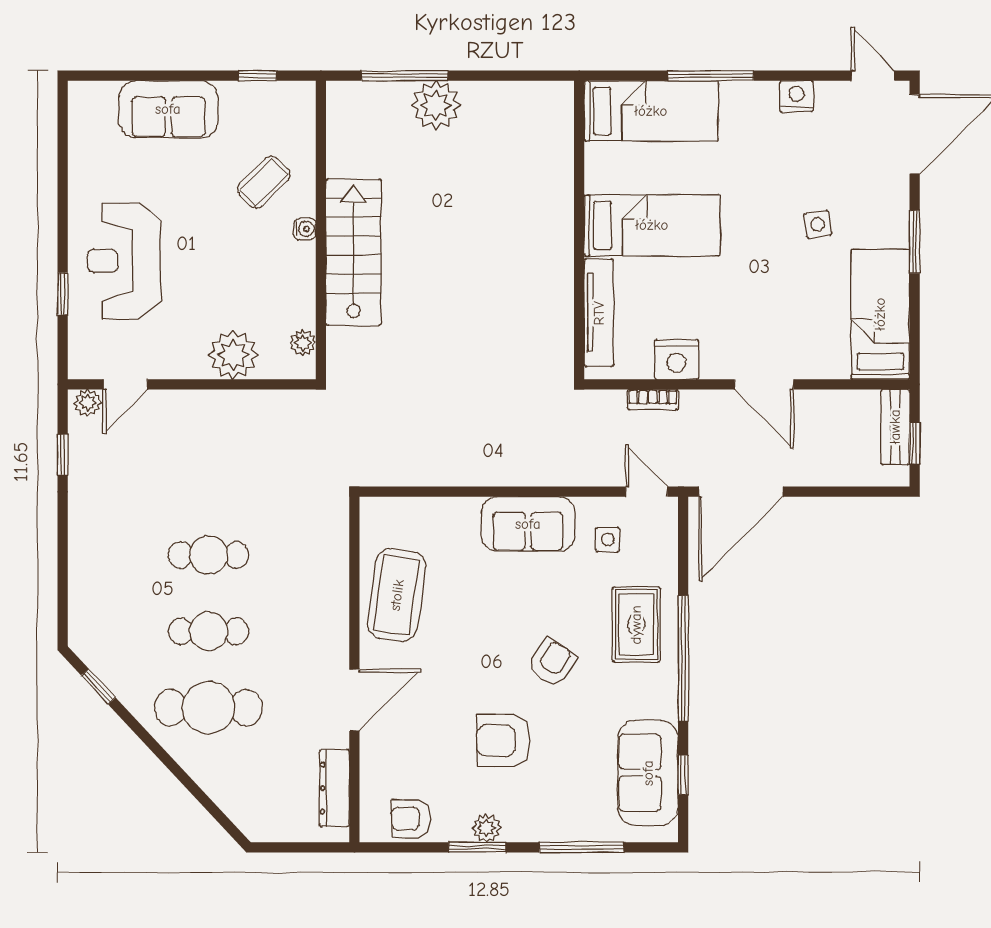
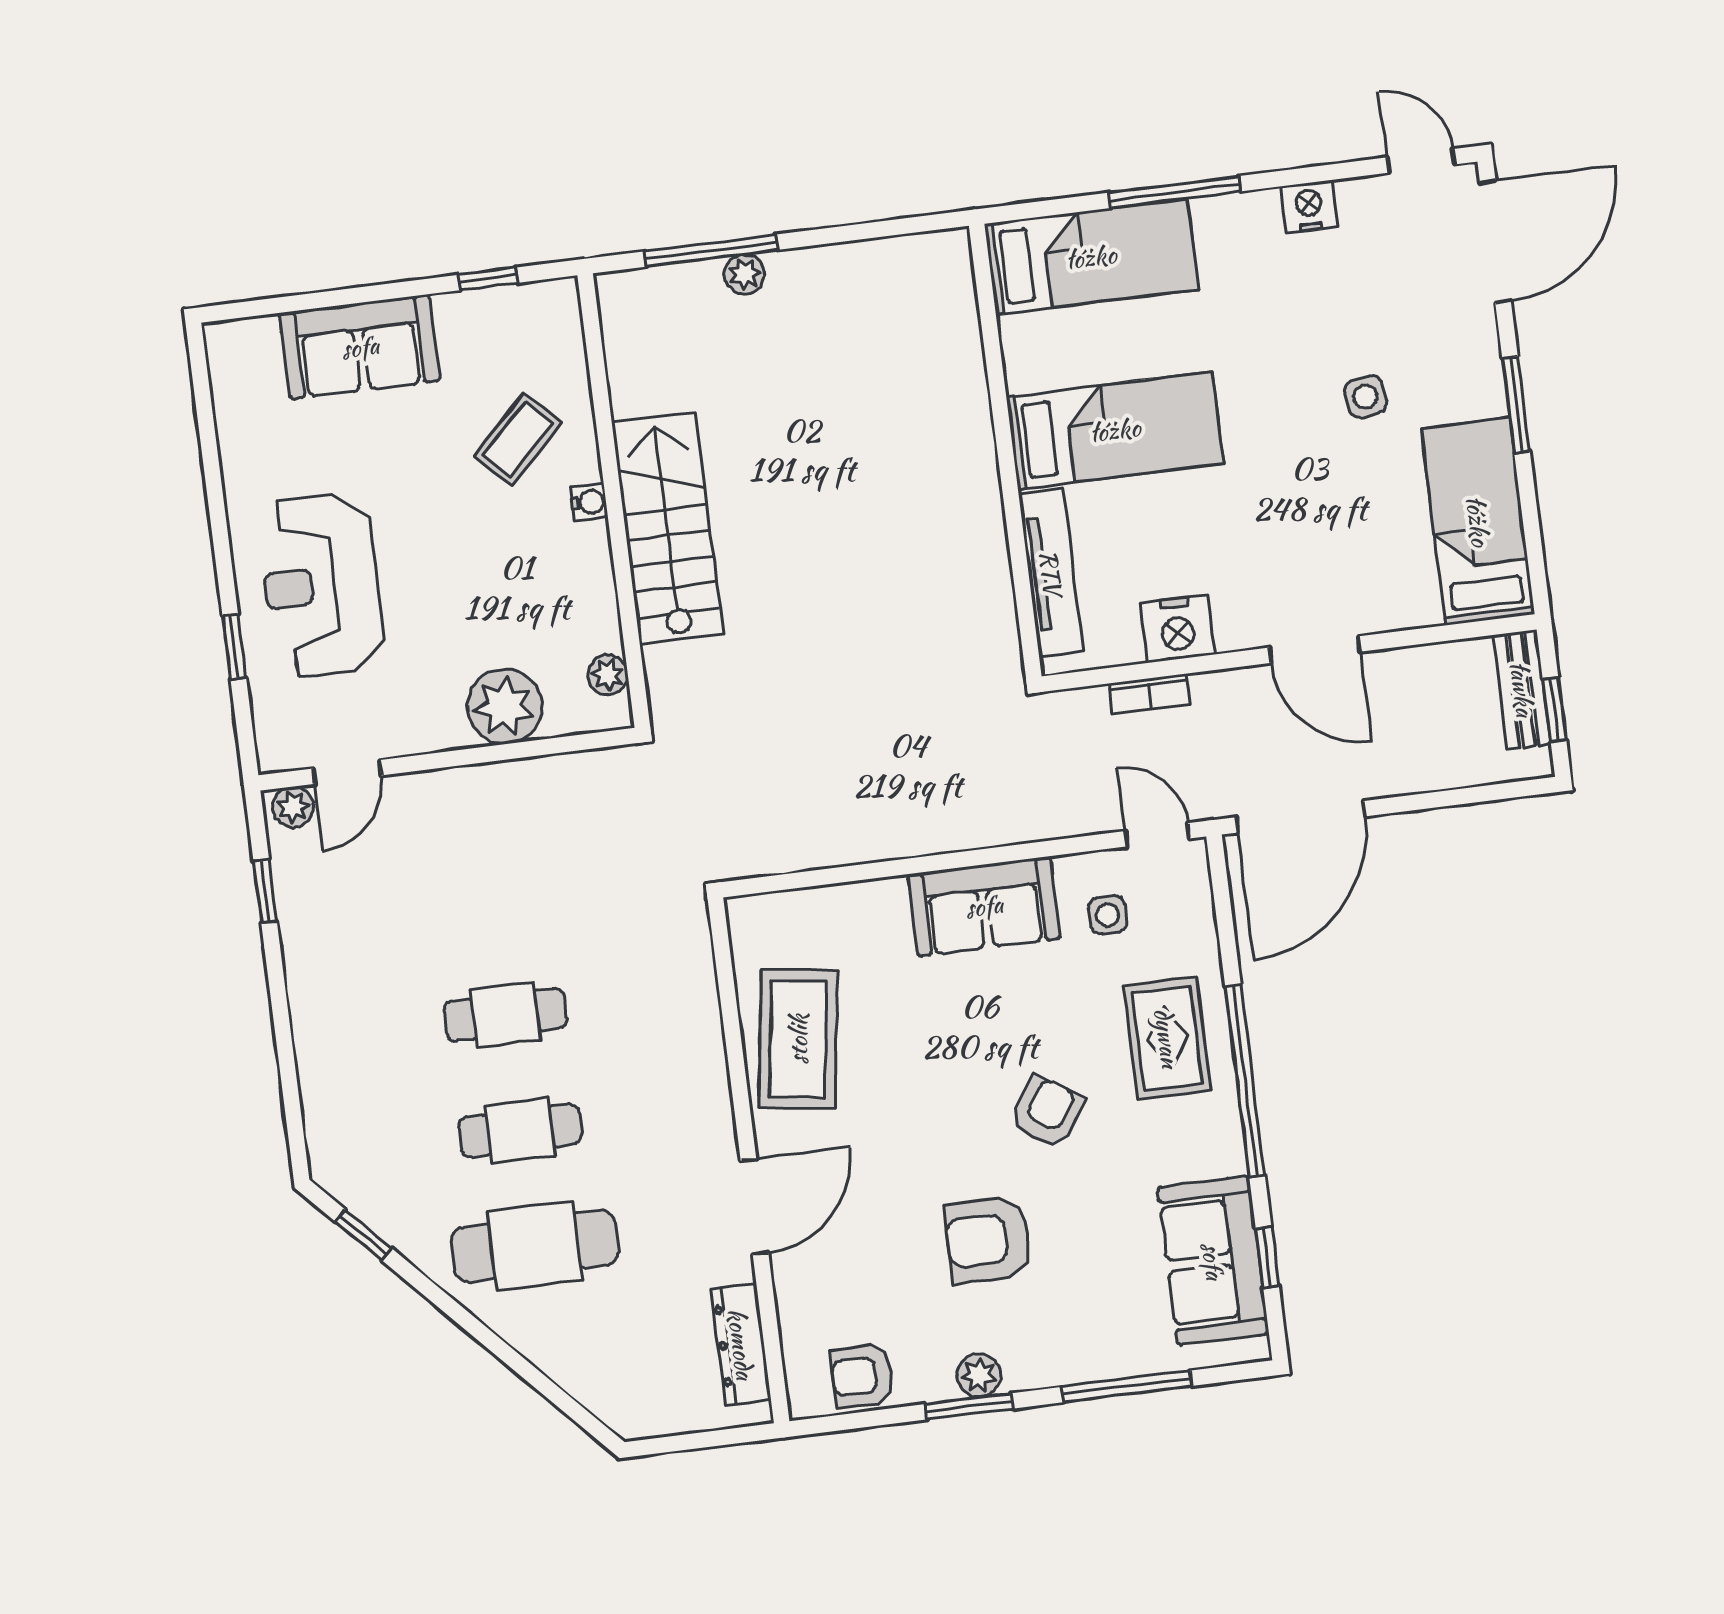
plant: (436, 105) -> (744, 274), width x0.53, depth x0.53

